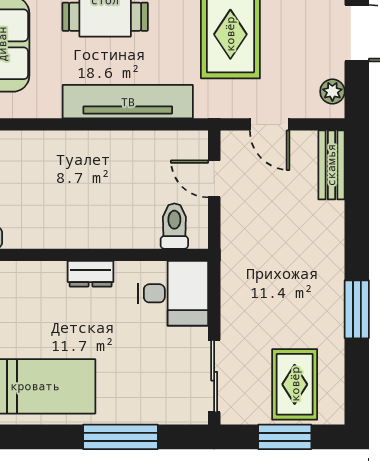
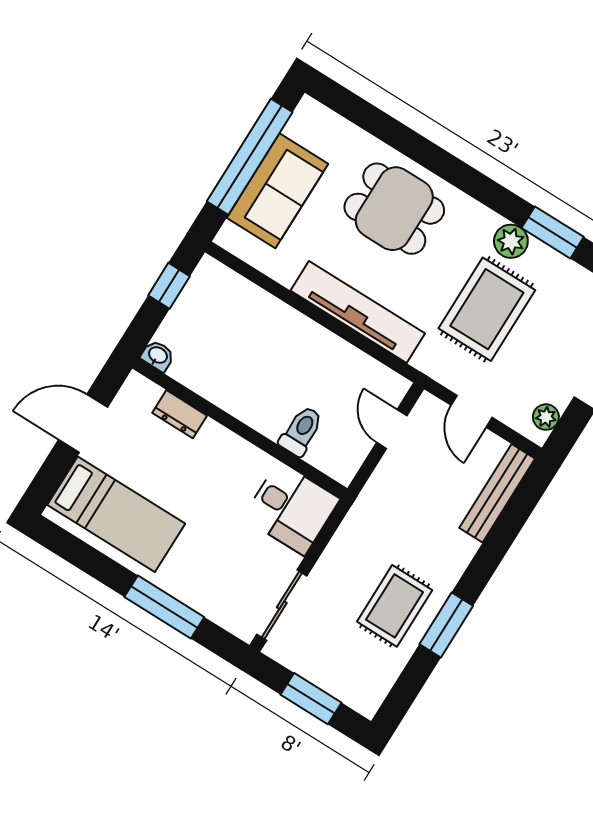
bench: (331, 165) -> (497, 493), width x1.36
toilet: (174, 226) -> (301, 431), moved
dresser: (91, 274) -> (180, 414), moved
rug: (295, 384) -> (395, 606), moved

